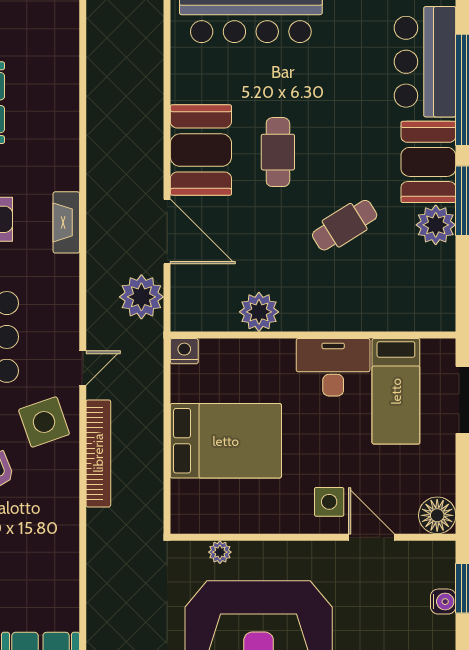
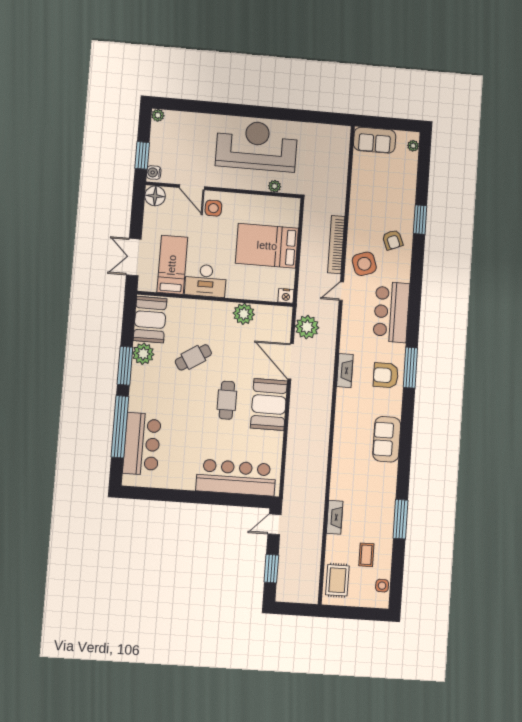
booth: (428, 162) -> (150, 320), moved
water cooler: (443, 602) -> (154, 173), moved

